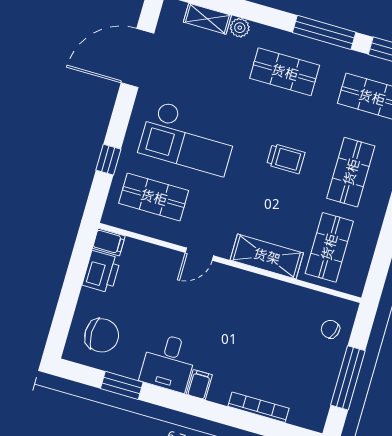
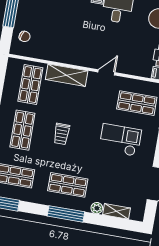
window: (324, 32) -> (66, 214), moved
checkout: (188, 138) -> (120, 140), width x0.73, depth x0.83
trolley: (286, 159) -> (62, 134), turned -90

